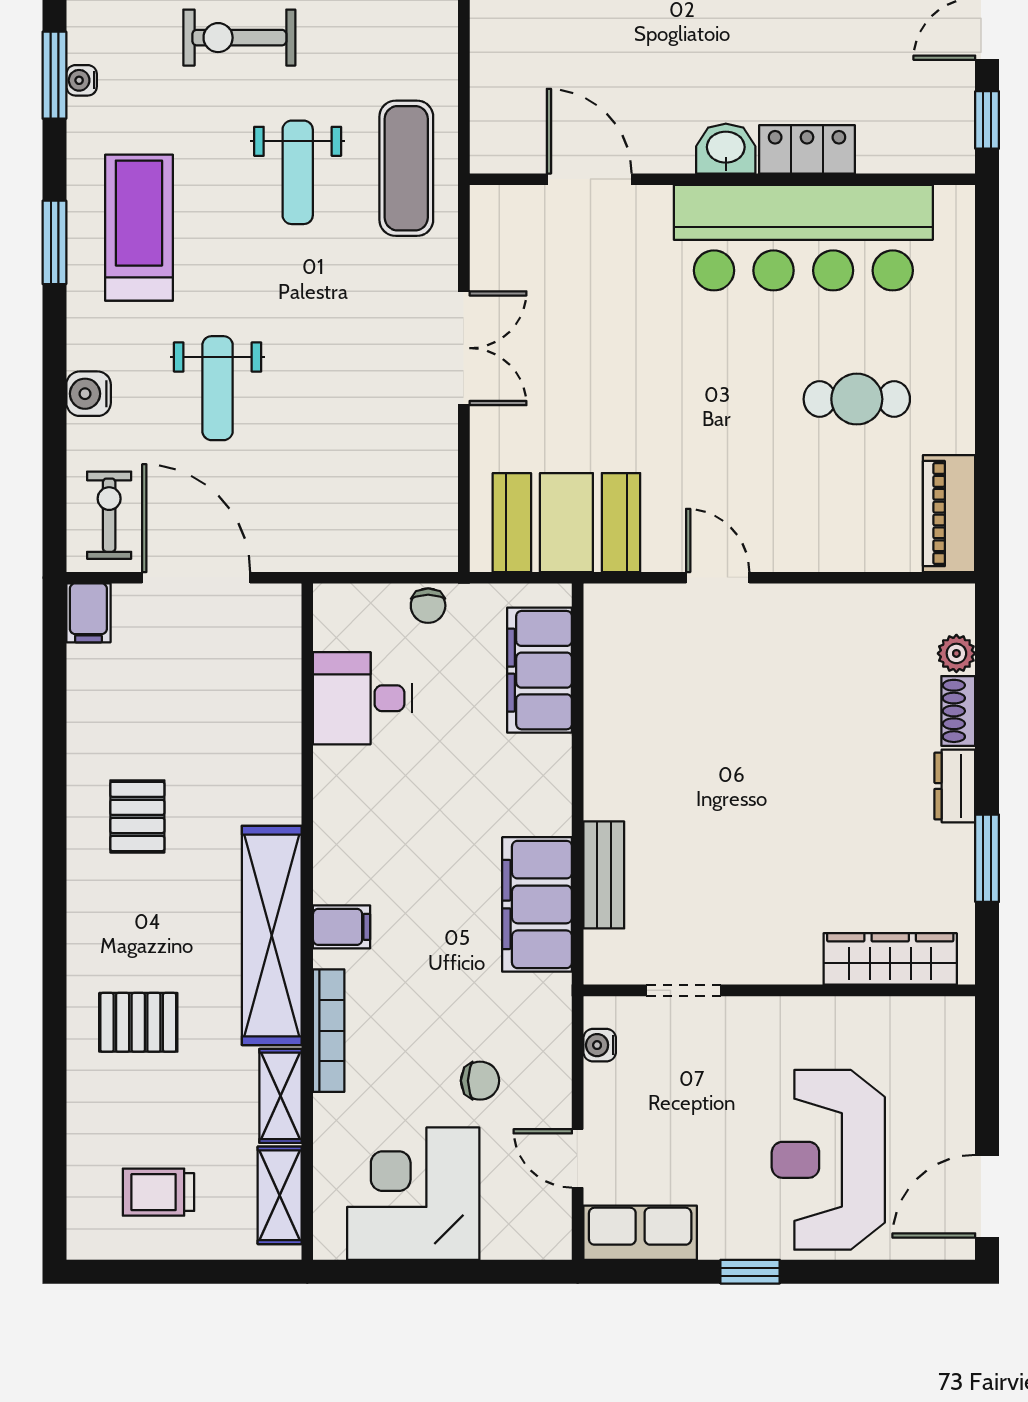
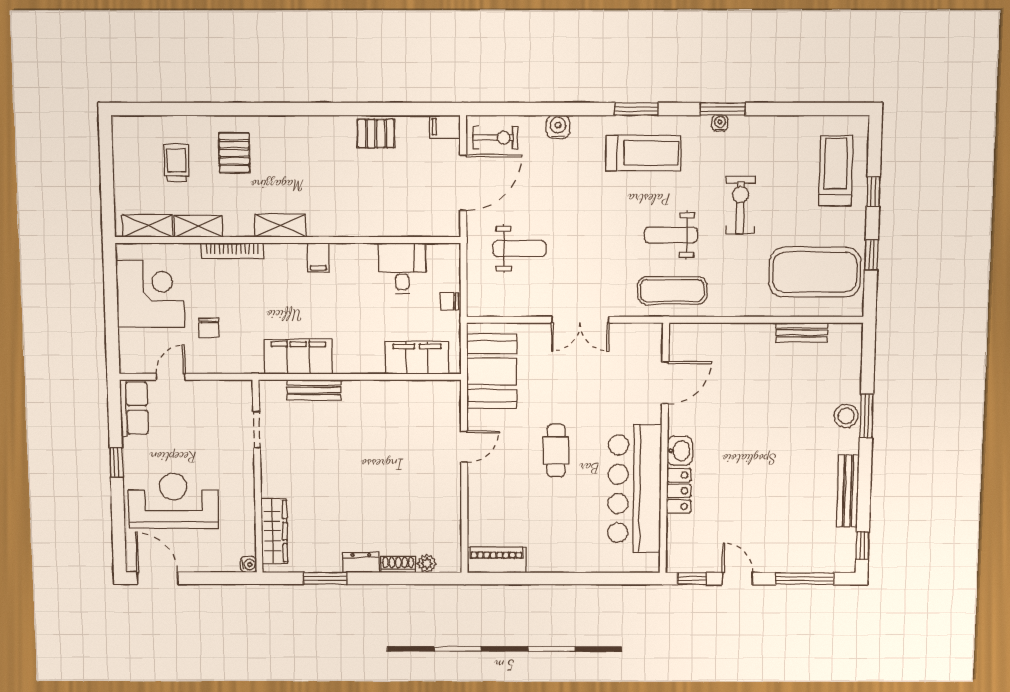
weight bench: (218, 388) -> (520, 249), moved, turned 180
cafe table: (857, 399) -> (556, 450), moved
pallet: (137, 816) -> (376, 134), moved
filing cabinet: (342, 927) -> (318, 257), moved
shelving: (272, 935) -> (280, 226), width x0.45, depth x0.75
water cooler: (600, 1045) -> (248, 565), moved, turned 90
trolley: (159, 1192) -> (176, 163), moved

